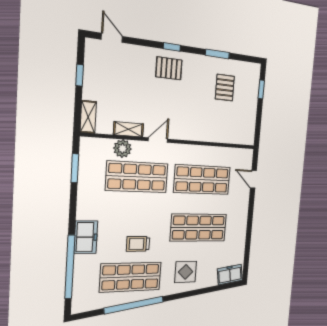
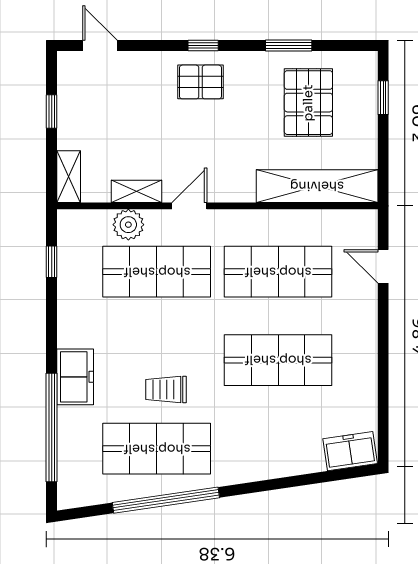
pallet: (225, 88) -> (308, 103), width x1.50, depth x1.42
shelving: (225, 134) -> (317, 186), added
window: (75, 168) -> (52, 262), width x0.67
display table: (186, 272) -> (259, 443), removed

